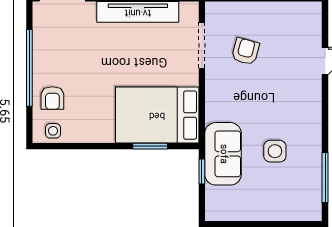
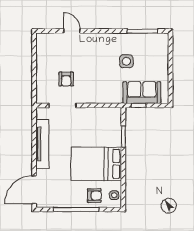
armchair: (245, 51) -> (66, 79), turned -105
bed: (157, 115) -> (96, 164), moved, turned 90
sofa: (223, 154) -> (142, 93), moved

